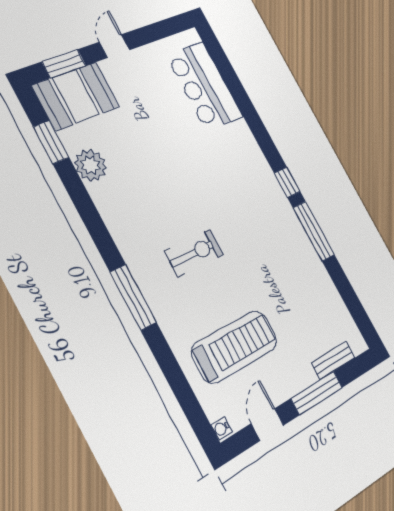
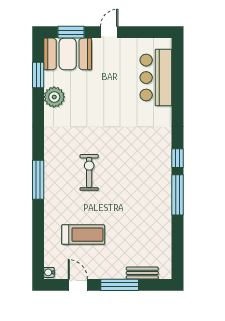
exercise bike: (194, 253) -> (89, 172), turned -90
treadmill: (235, 347) -> (83, 235), width x0.73, depth x0.73
door: (267, 424) -> (78, 285), hinge flipped

